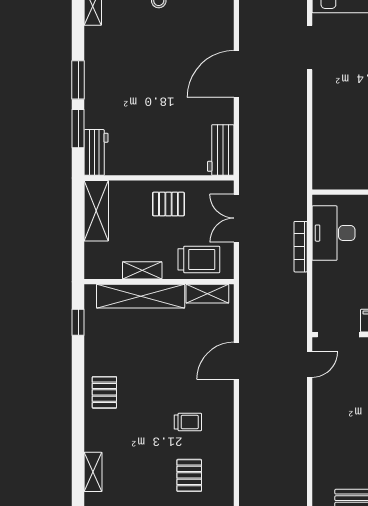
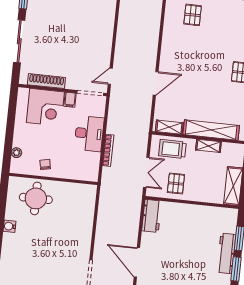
door: (236, 74) -> (137, 262), swing flipped
workbench: (96, 152) -> (226, 253), moved, width x1.38
pallet: (168, 204) -> (176, 183), moved, turned 90
desk: (333, 233) -> (89, 134), moved
trolley: (188, 422) -> (190, 48), removed

